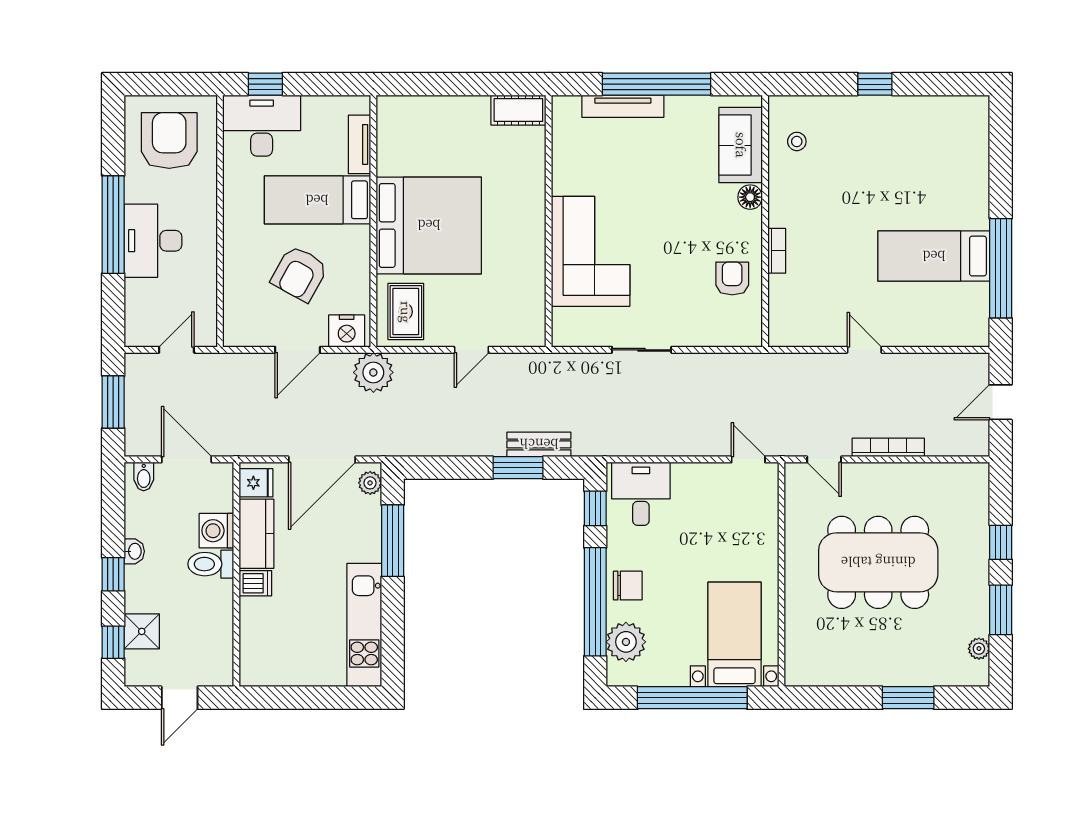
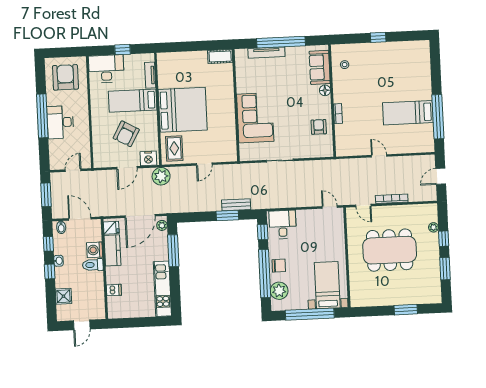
window: (265, 84) -> (123, 50), moved
dishwasher: (255, 583) -> (114, 290), moved
window: (113, 642) -> (48, 244), moved
plant: (979, 649) -> (433, 227), moved

